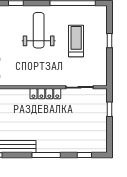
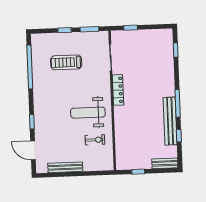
weight bench: (39, 30) -> (88, 113), moved
window: (109, 67) -> (89, 29), added
window: (46, 155) -> (178, 103), moved

